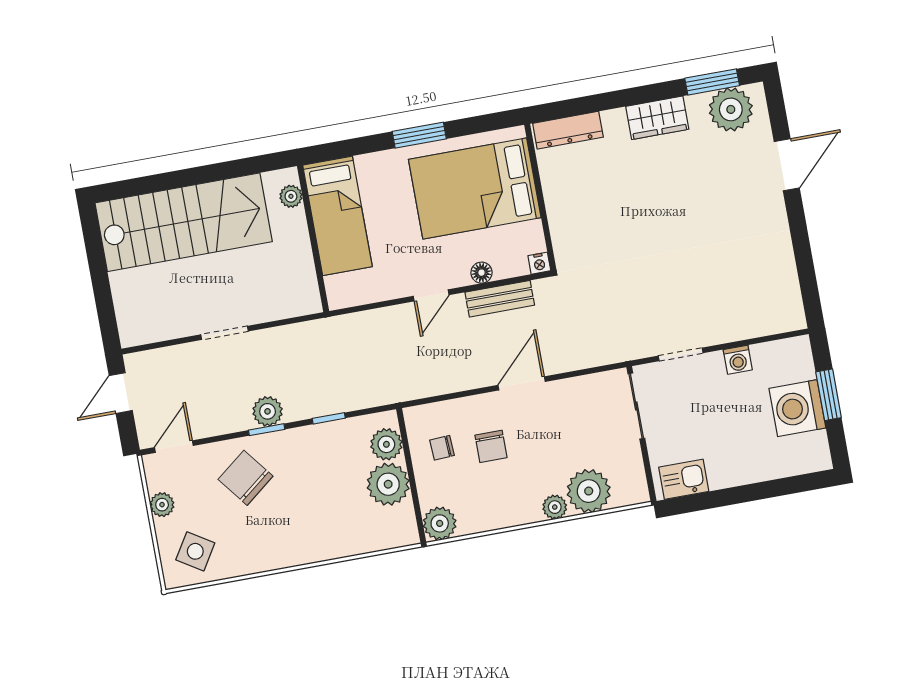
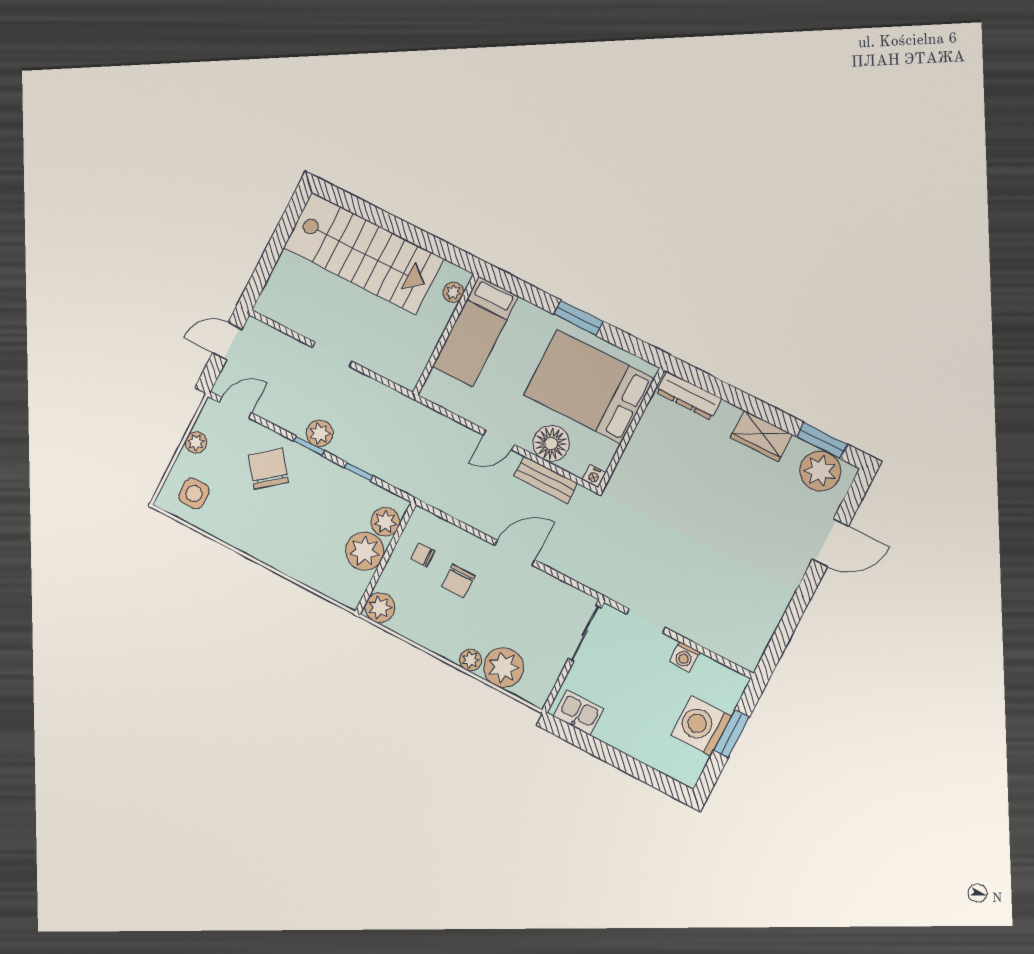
floor lamp: (481, 273) -> (551, 443), width x1.89, depth x1.89
side table: (195, 551) -> (194, 494), turned -32

